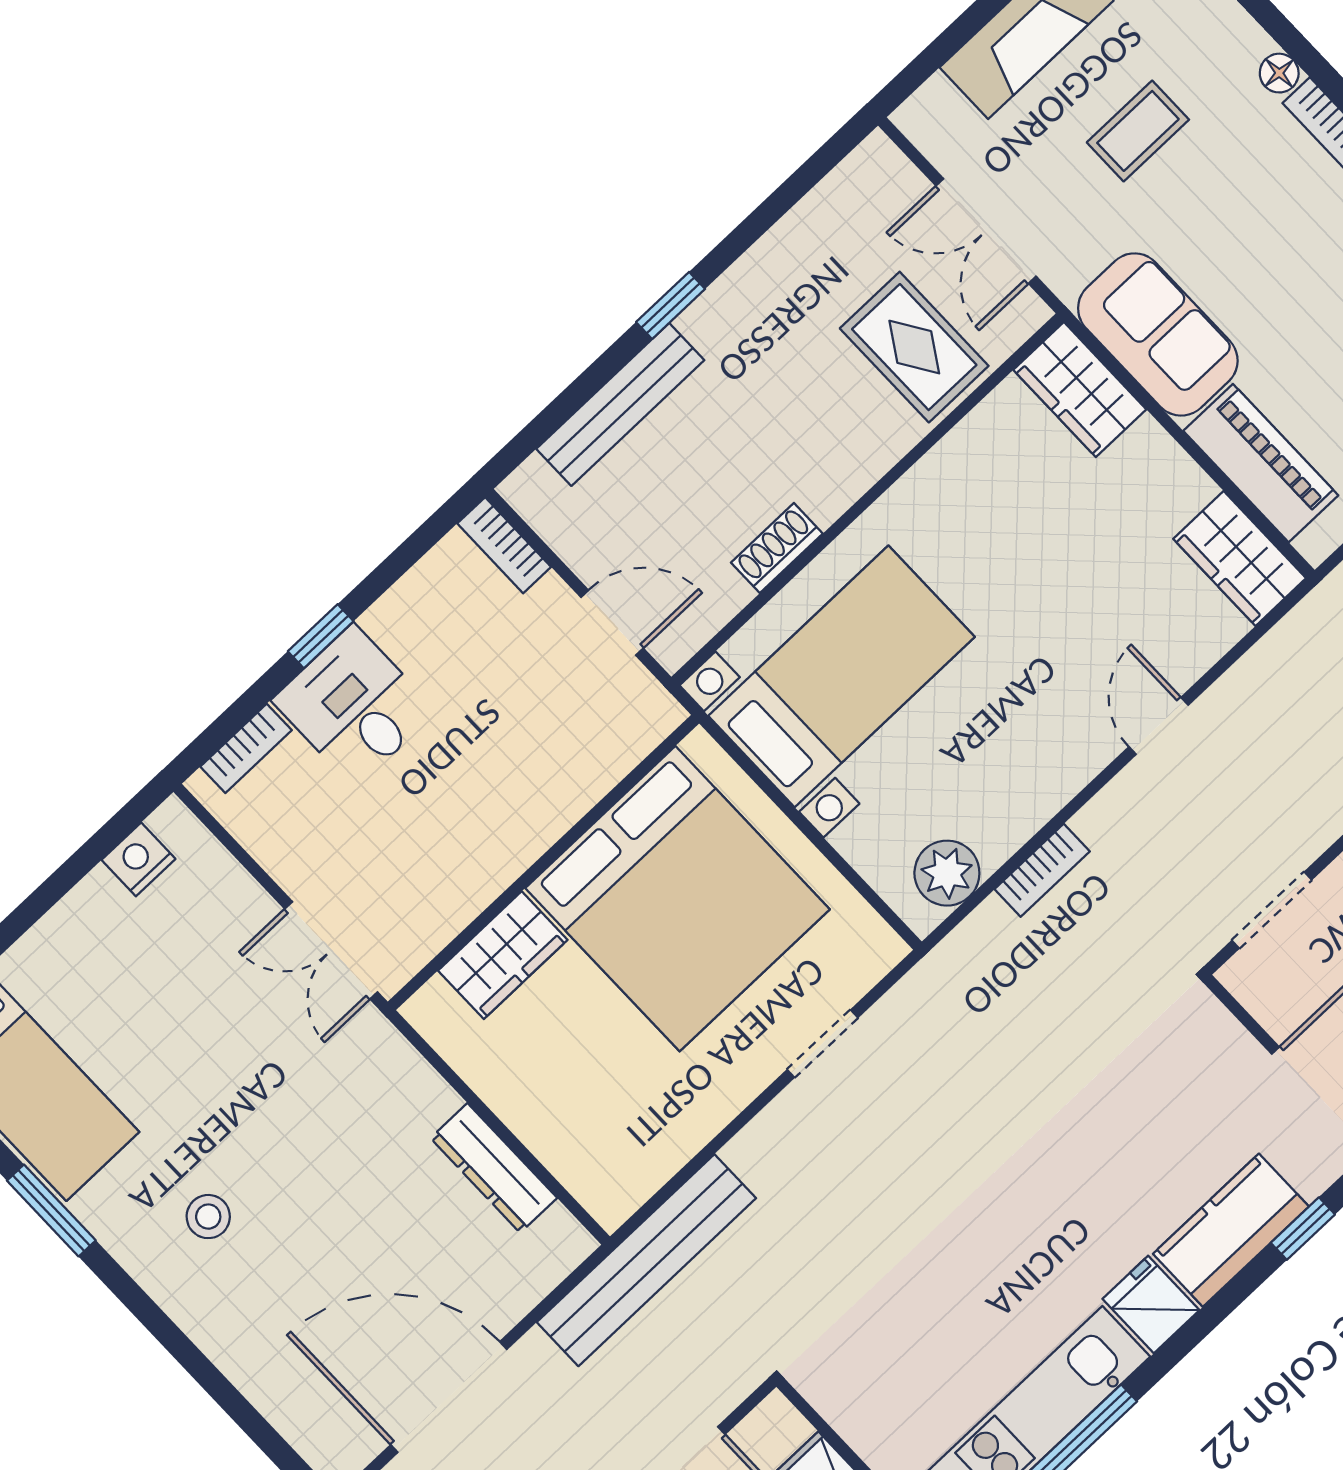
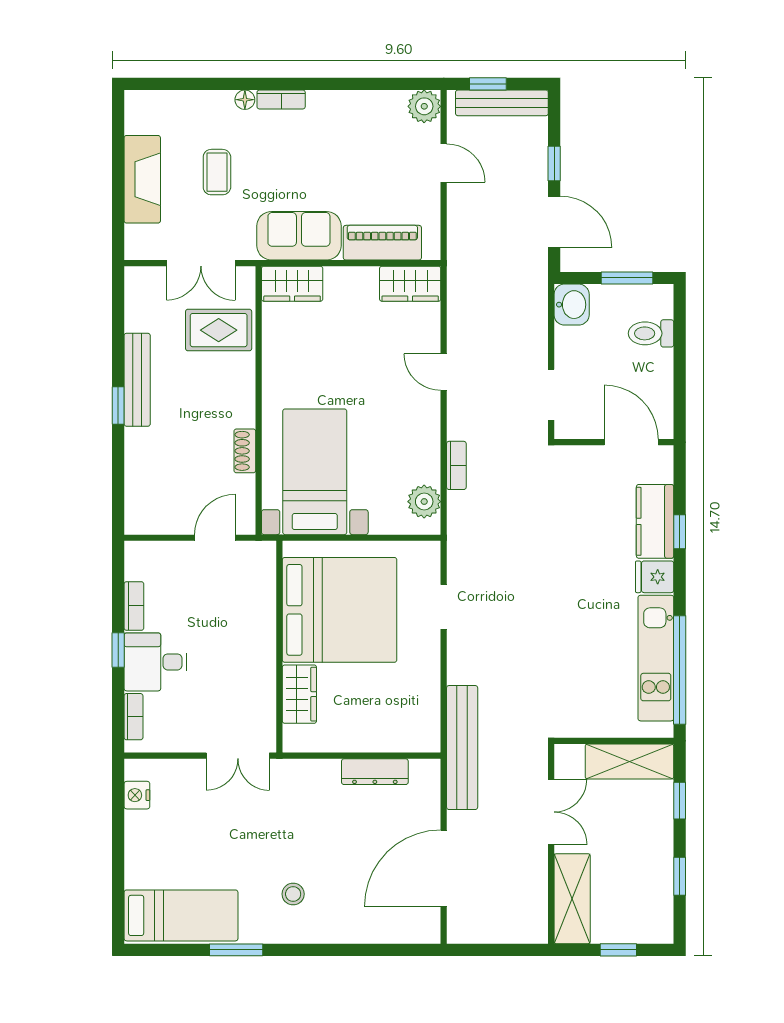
bench: (620, 404) -> (137, 380), moved
bookcase: (504, 545) -> (134, 606), moved, turned -90
window: (1303, 1229) -> (680, 532), moved

